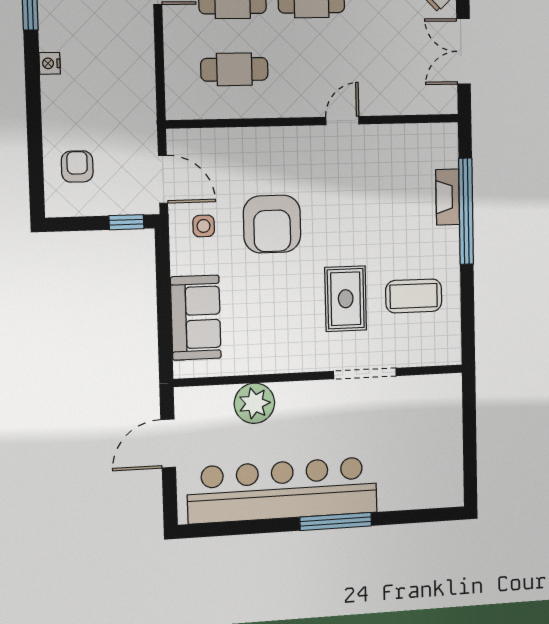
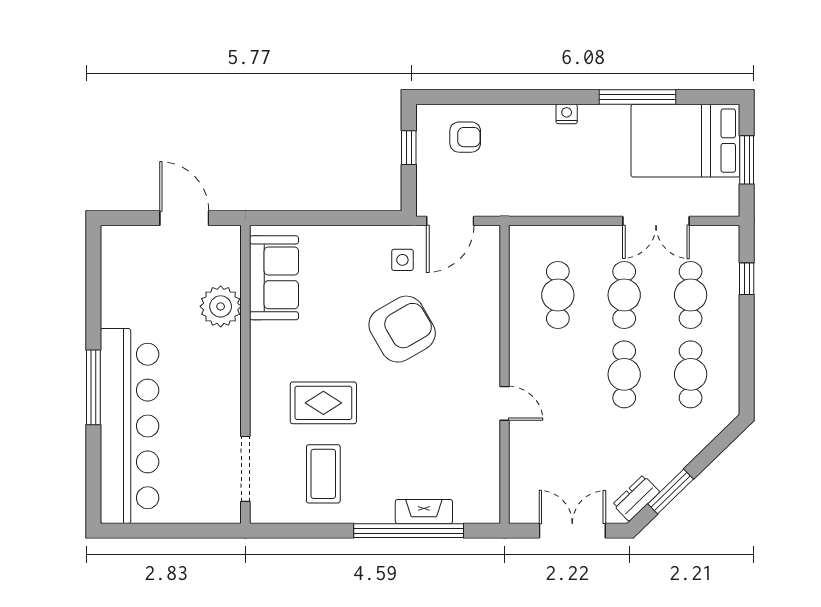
window: (126, 222) -> (409, 148), moved
armchair: (272, 224) -> (402, 329), turned 150
sofa: (196, 318) -> (274, 278), moved, turned -90
doorway: (365, 374) -> (245, 469), moved
bar counter: (283, 490) -> (130, 426), moved

